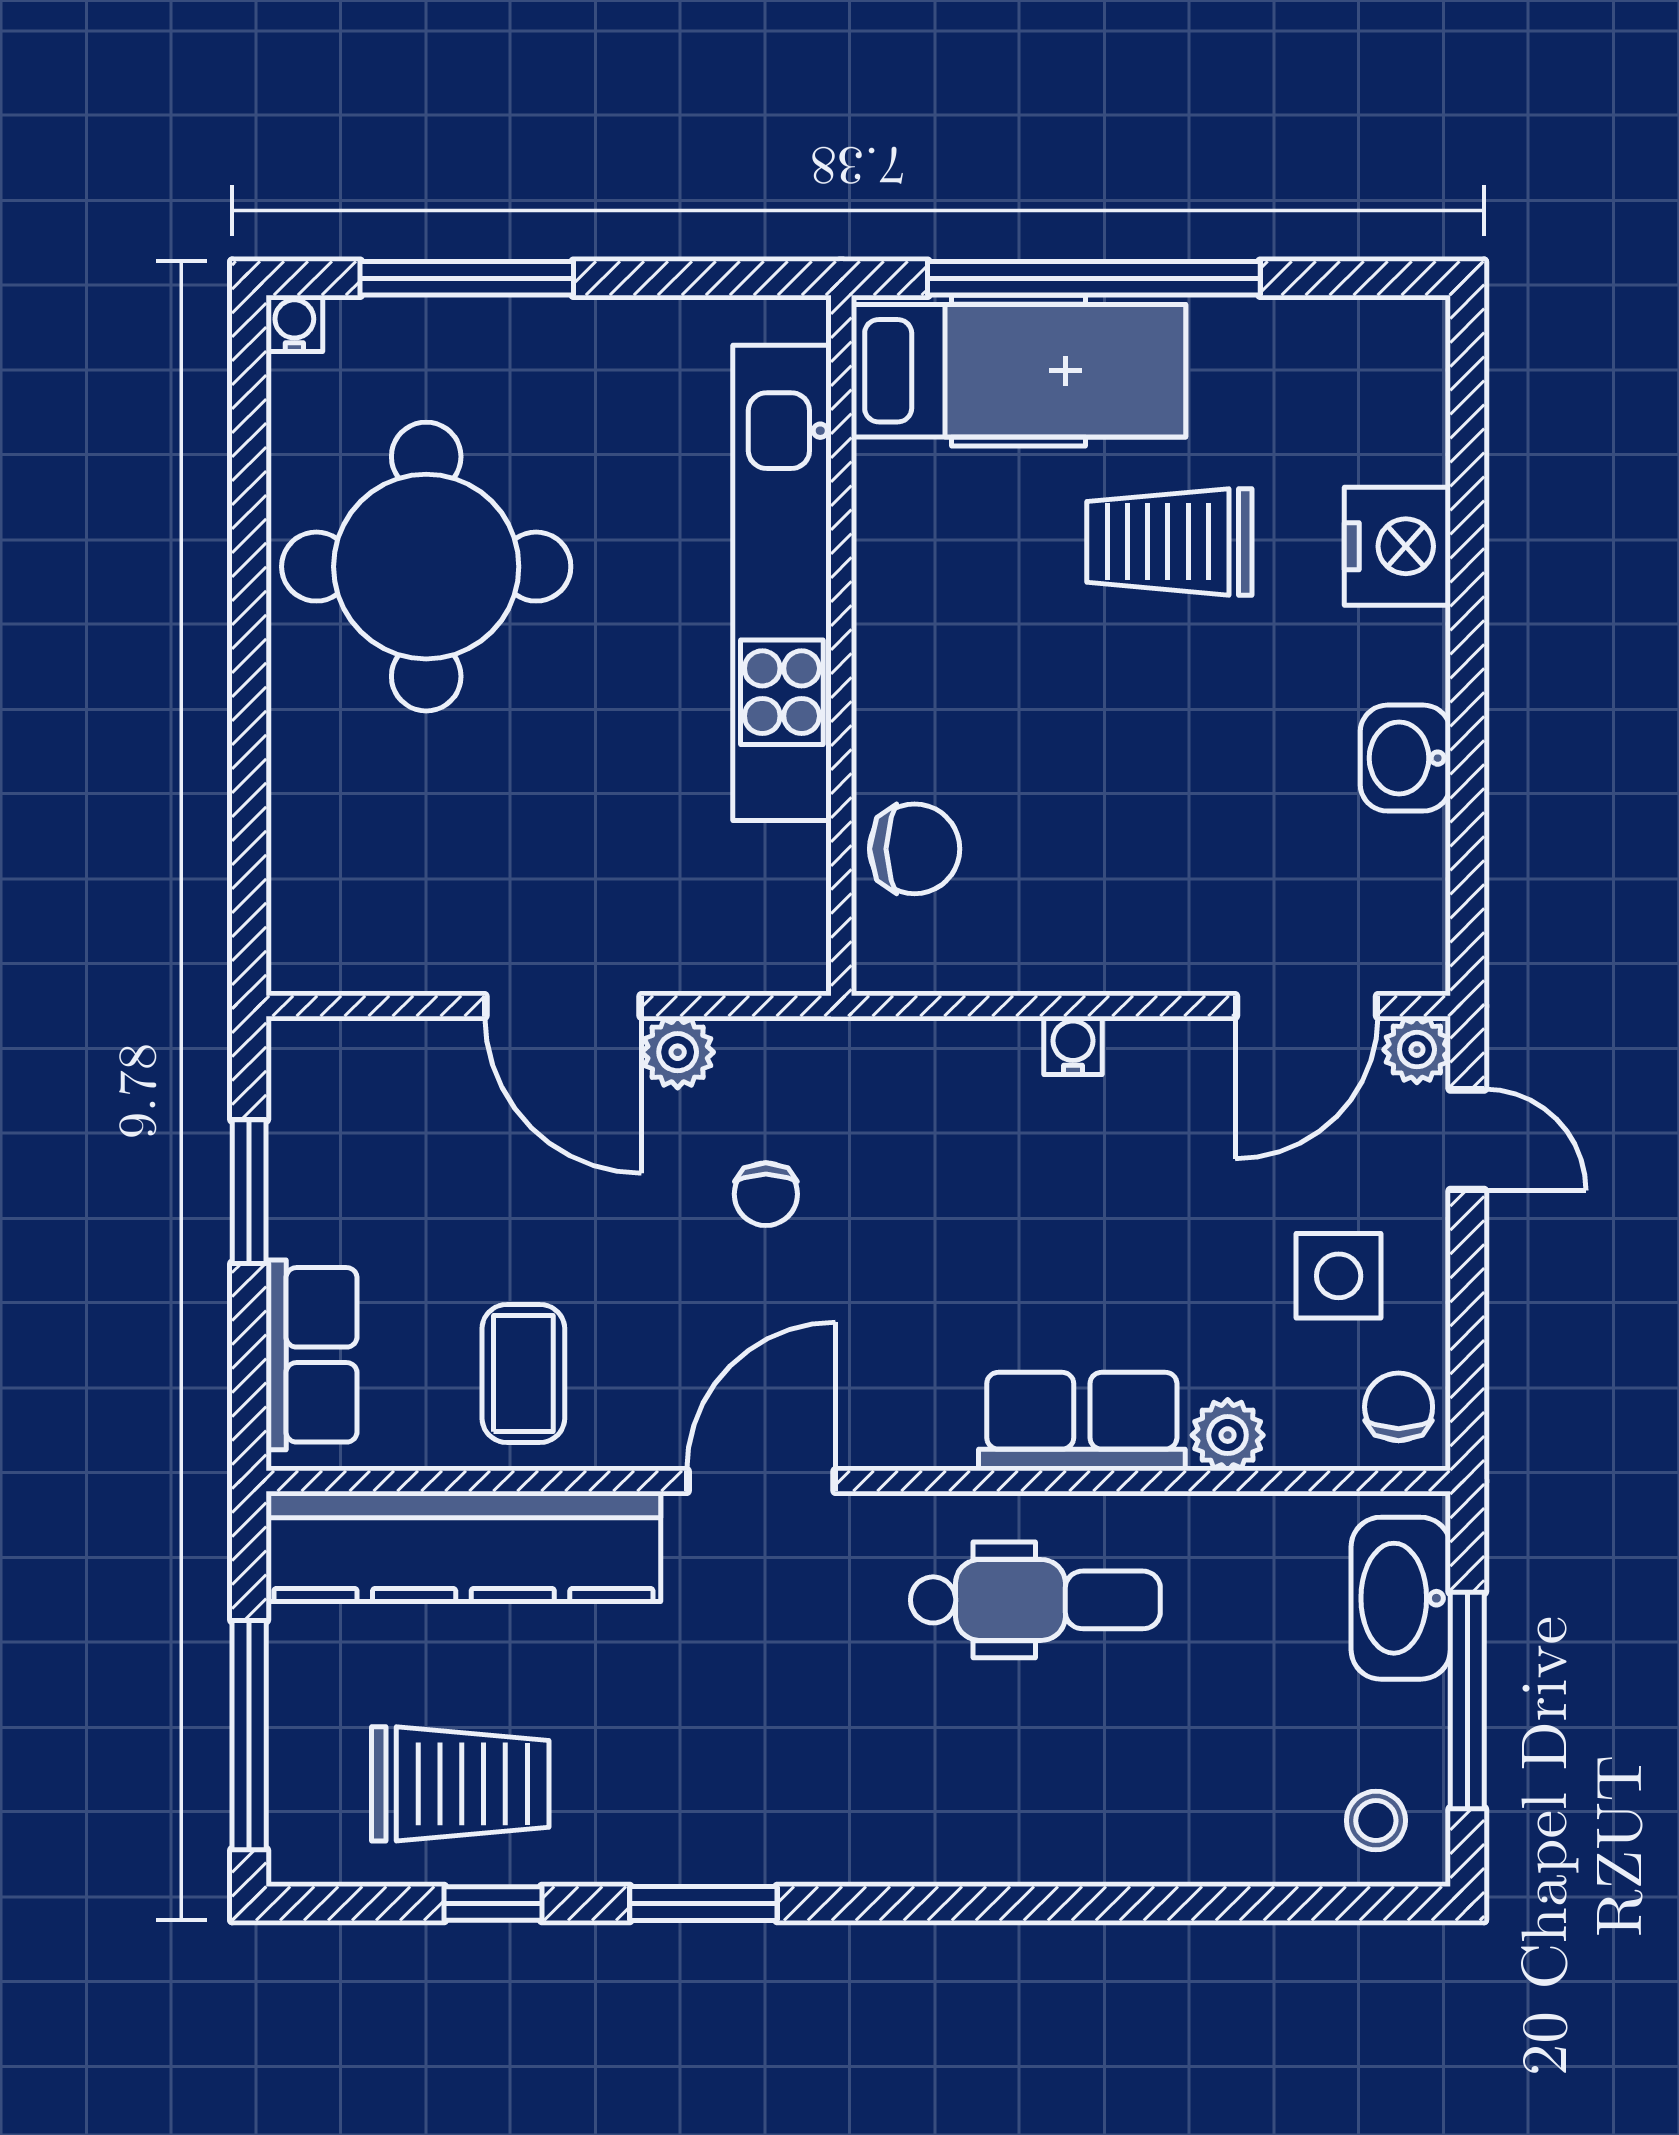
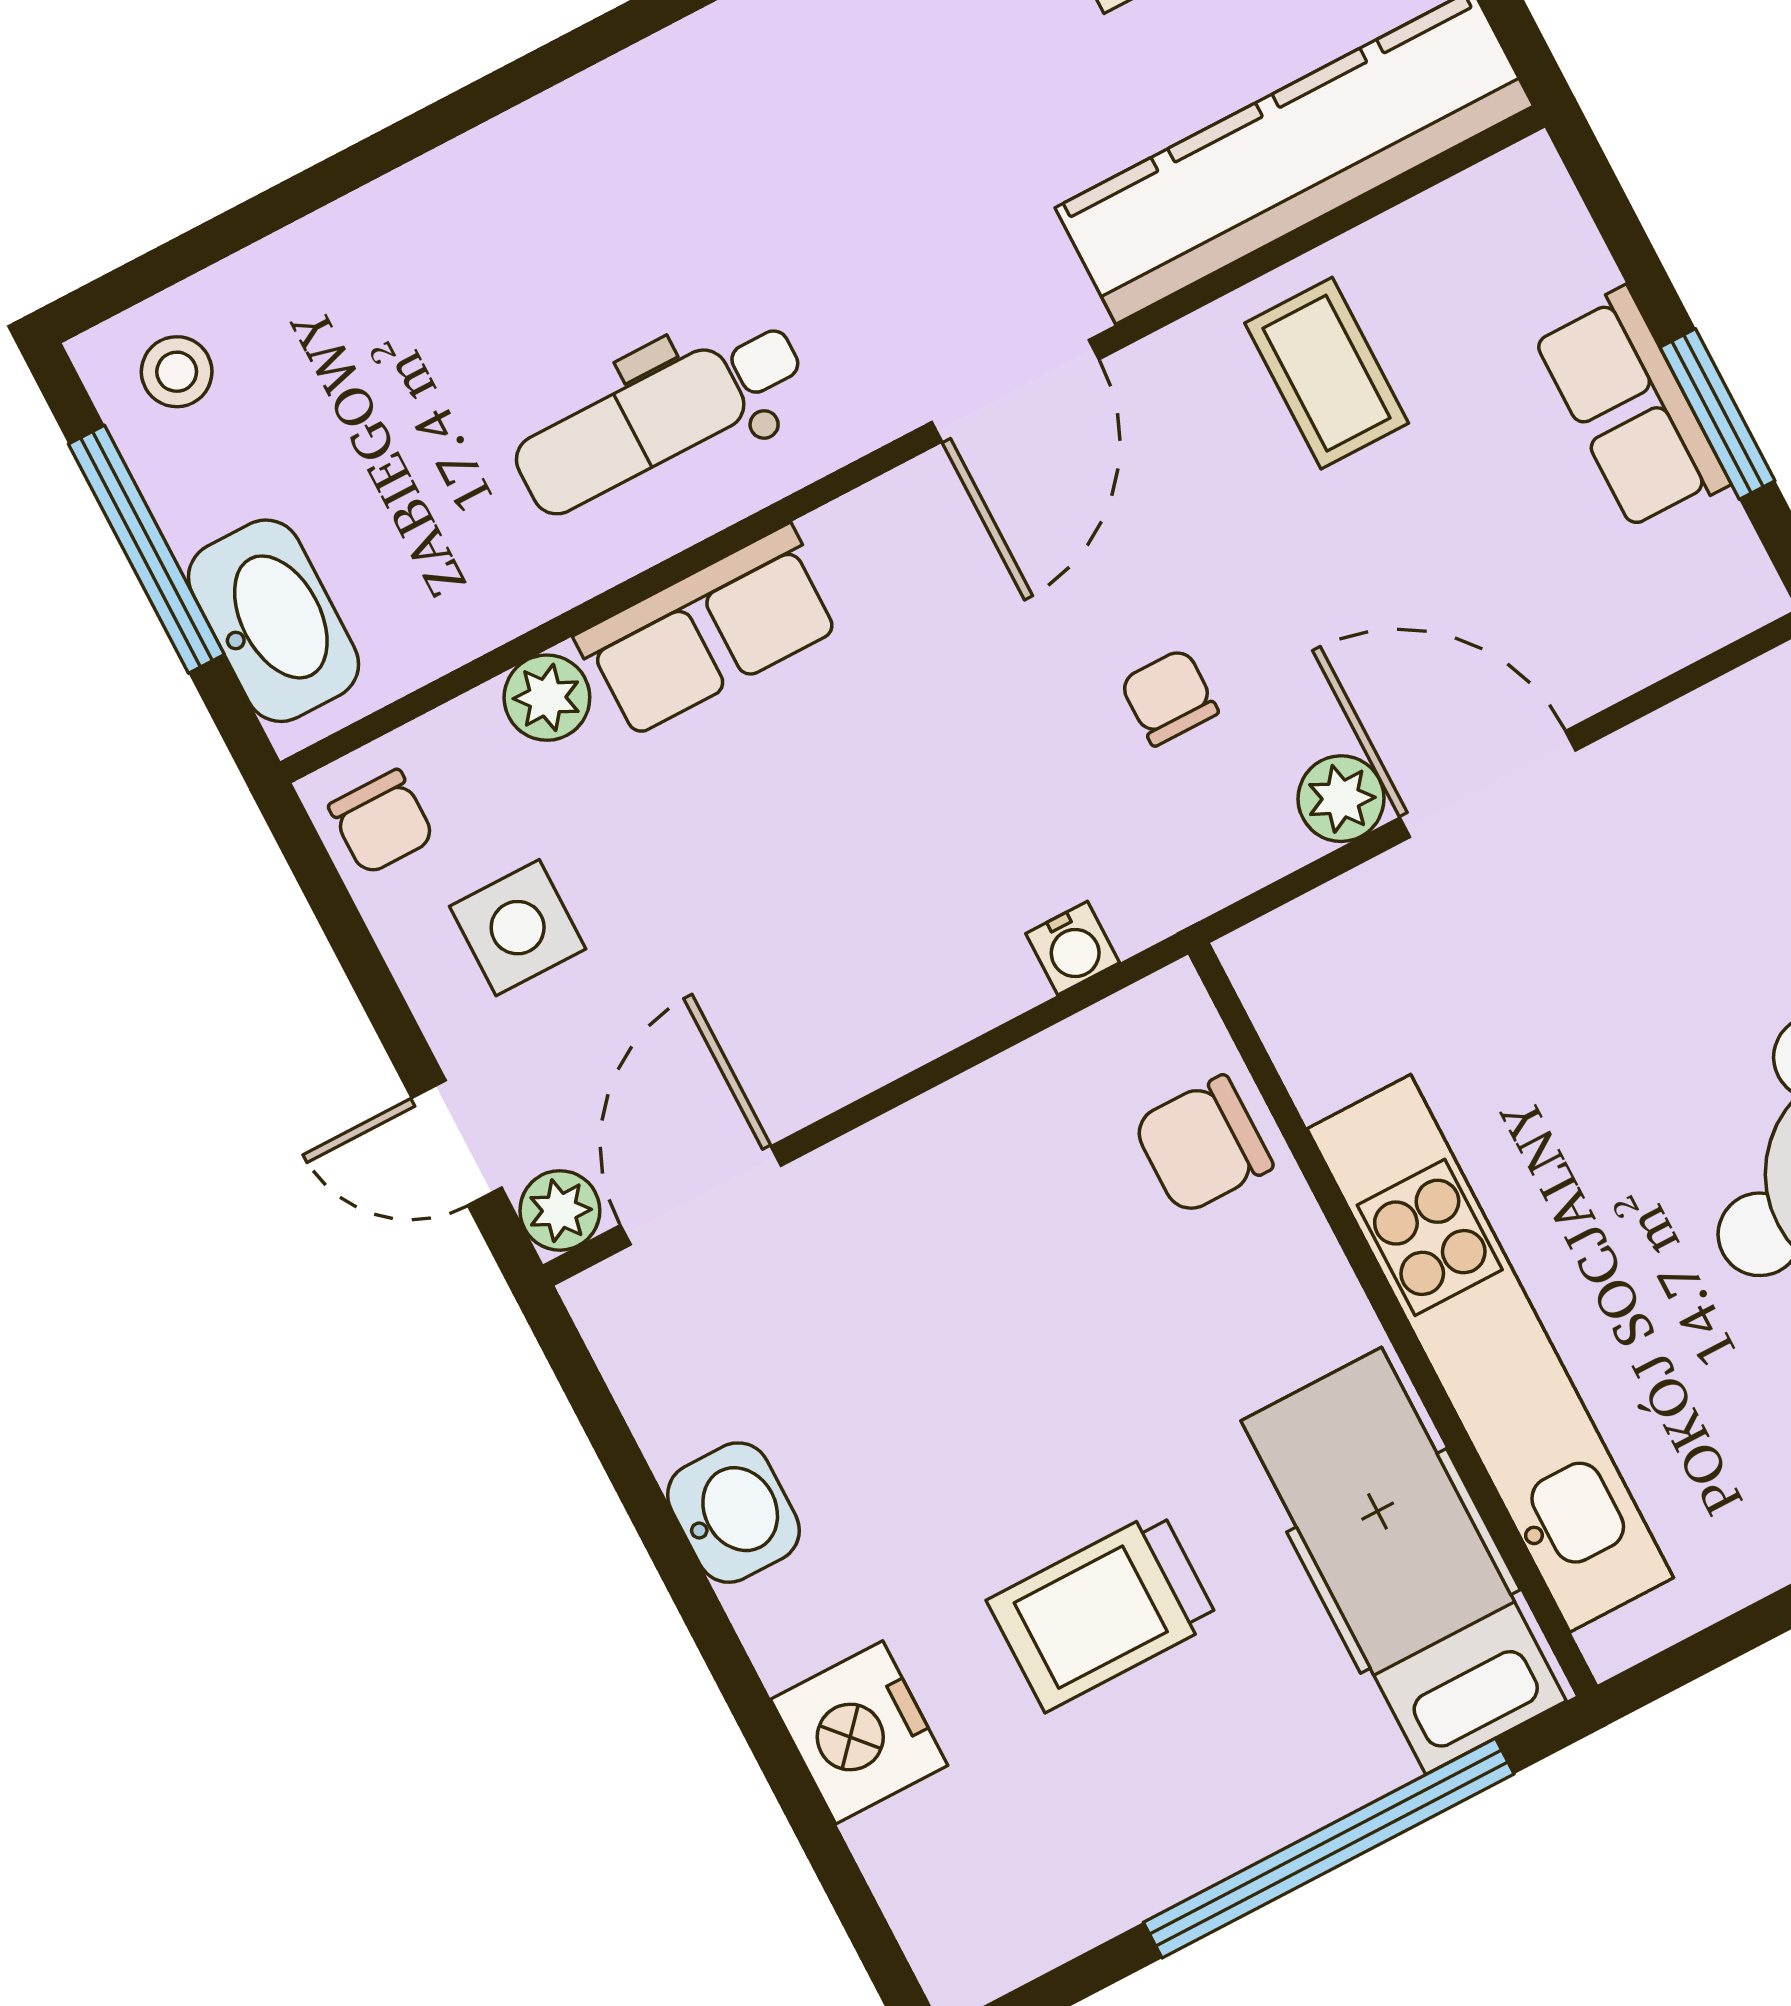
hospital bed: (1019, 371) -> (1404, 1561), moved, turned 90
trolley: (1169, 542) -> (1103, 1611), turned 180
water cooler: (1073, 1045) -> (1073, 948), moved
row of seats: (312, 1355) -> (1631, 409), moved

